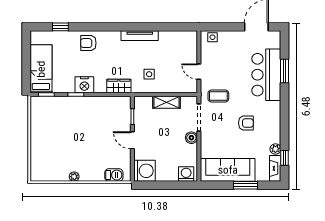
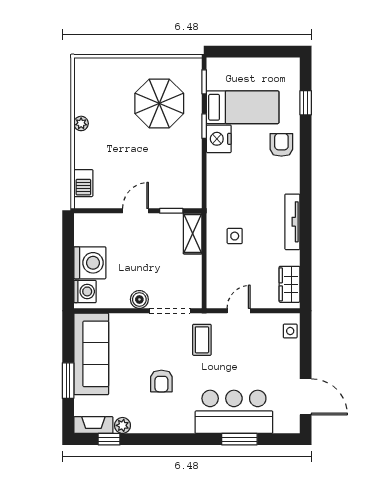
bed: (41, 69) -> (243, 107), moved
wardrobe: (119, 86) -> (289, 284), moved, turned 180
shelving: (166, 102) -> (193, 233), moved
parasol: (61, 124) -> (159, 103), added
washing machine: (145, 171) -> (90, 263), moved, turned -90

